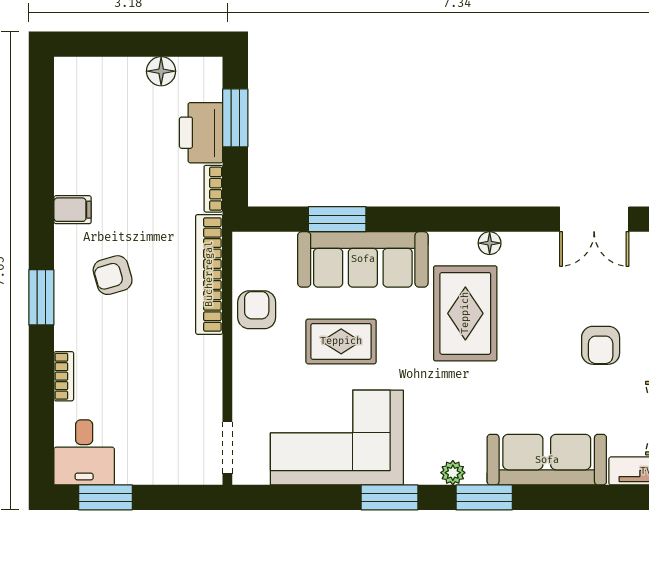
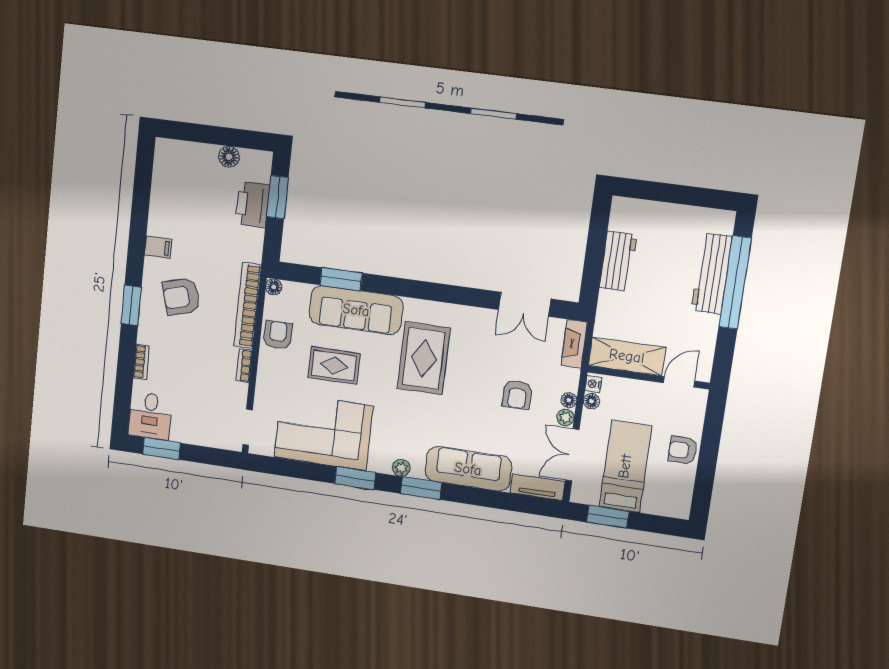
bookcase: (213, 189) -> (244, 366), moved
floor lamp: (490, 243) -> (274, 287), moved
armchair: (113, 275) -> (181, 297), width x1.38, depth x1.38

